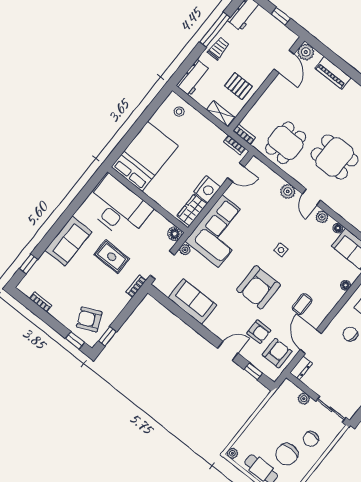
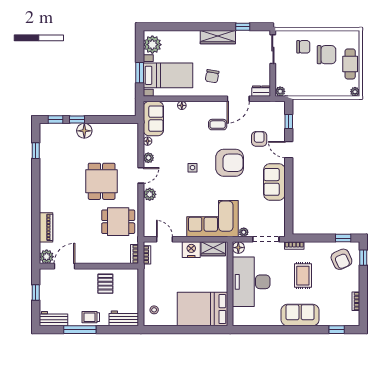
shelving: (221, 114) -> (133, 281), removed
desk: (118, 208) -> (251, 282), moved
rug: (112, 257) -> (303, 276), moved
sofa: (192, 301) -> (274, 182), moved
armchair: (277, 353) -> (264, 115), removed
plant: (304, 399) -> (280, 91), moved

